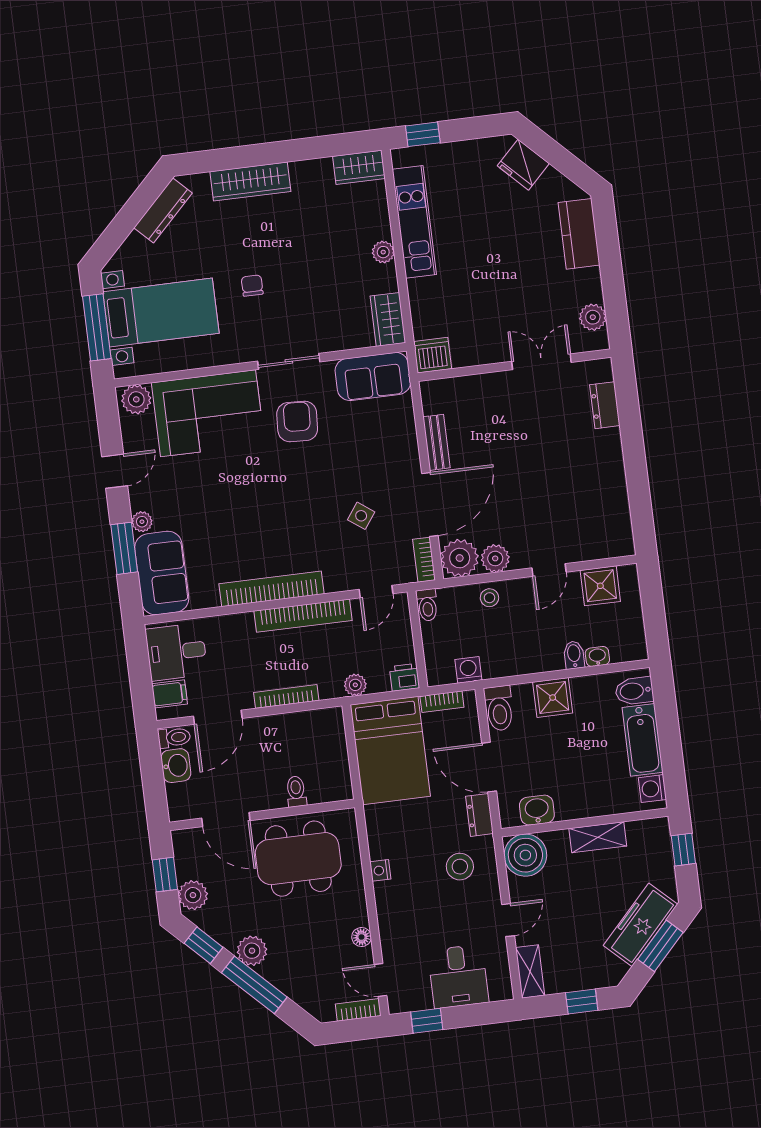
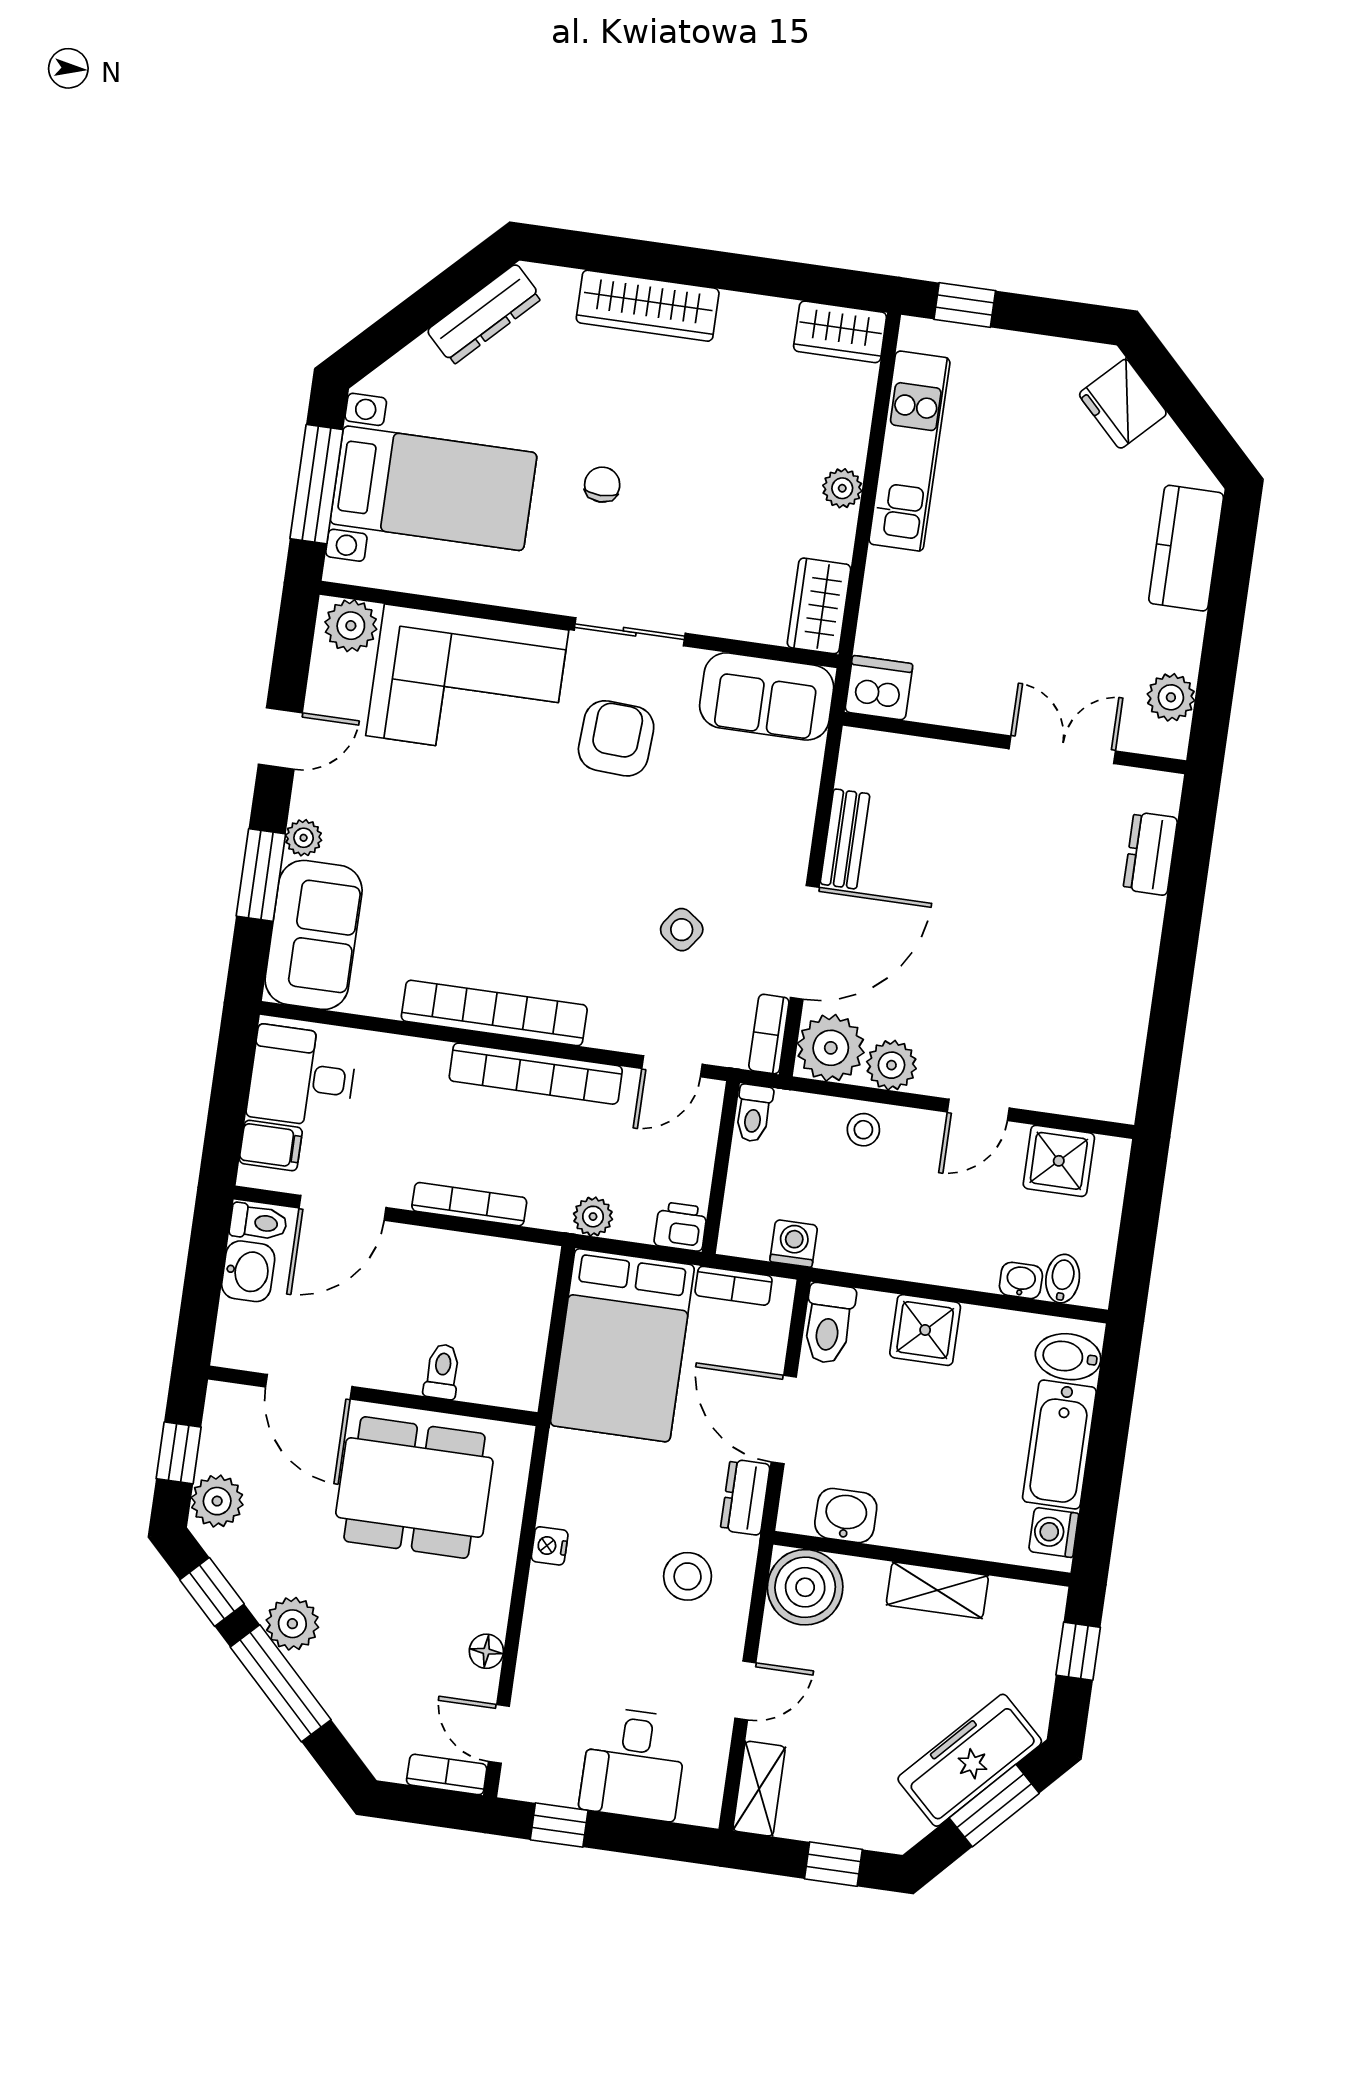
bidet: (574, 655) -> (1063, 1279), moved

